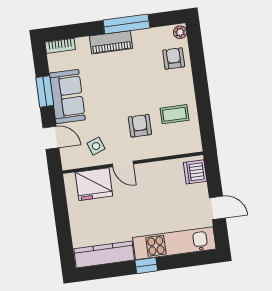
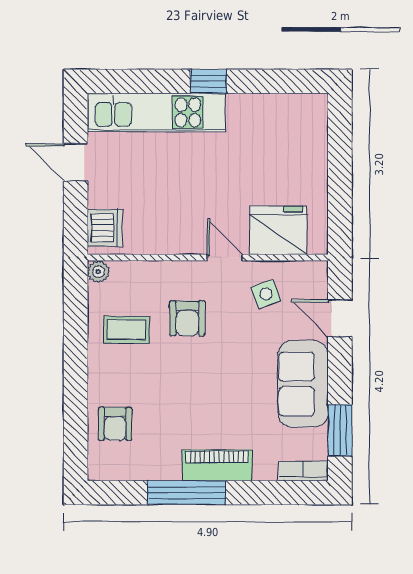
plant: (180, 32) -> (98, 272), moved
window: (45, 91) -> (340, 430), moved
kitchen counter: (104, 254) -> (277, 110), removed

